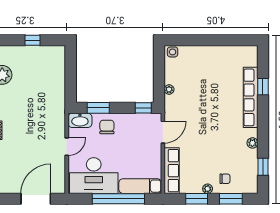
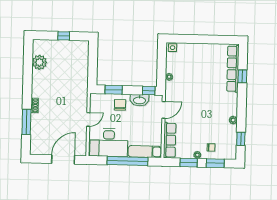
row of seats: (251, 97) -> (233, 69), moved
washbasin: (80, 120) -> (139, 100), moved

